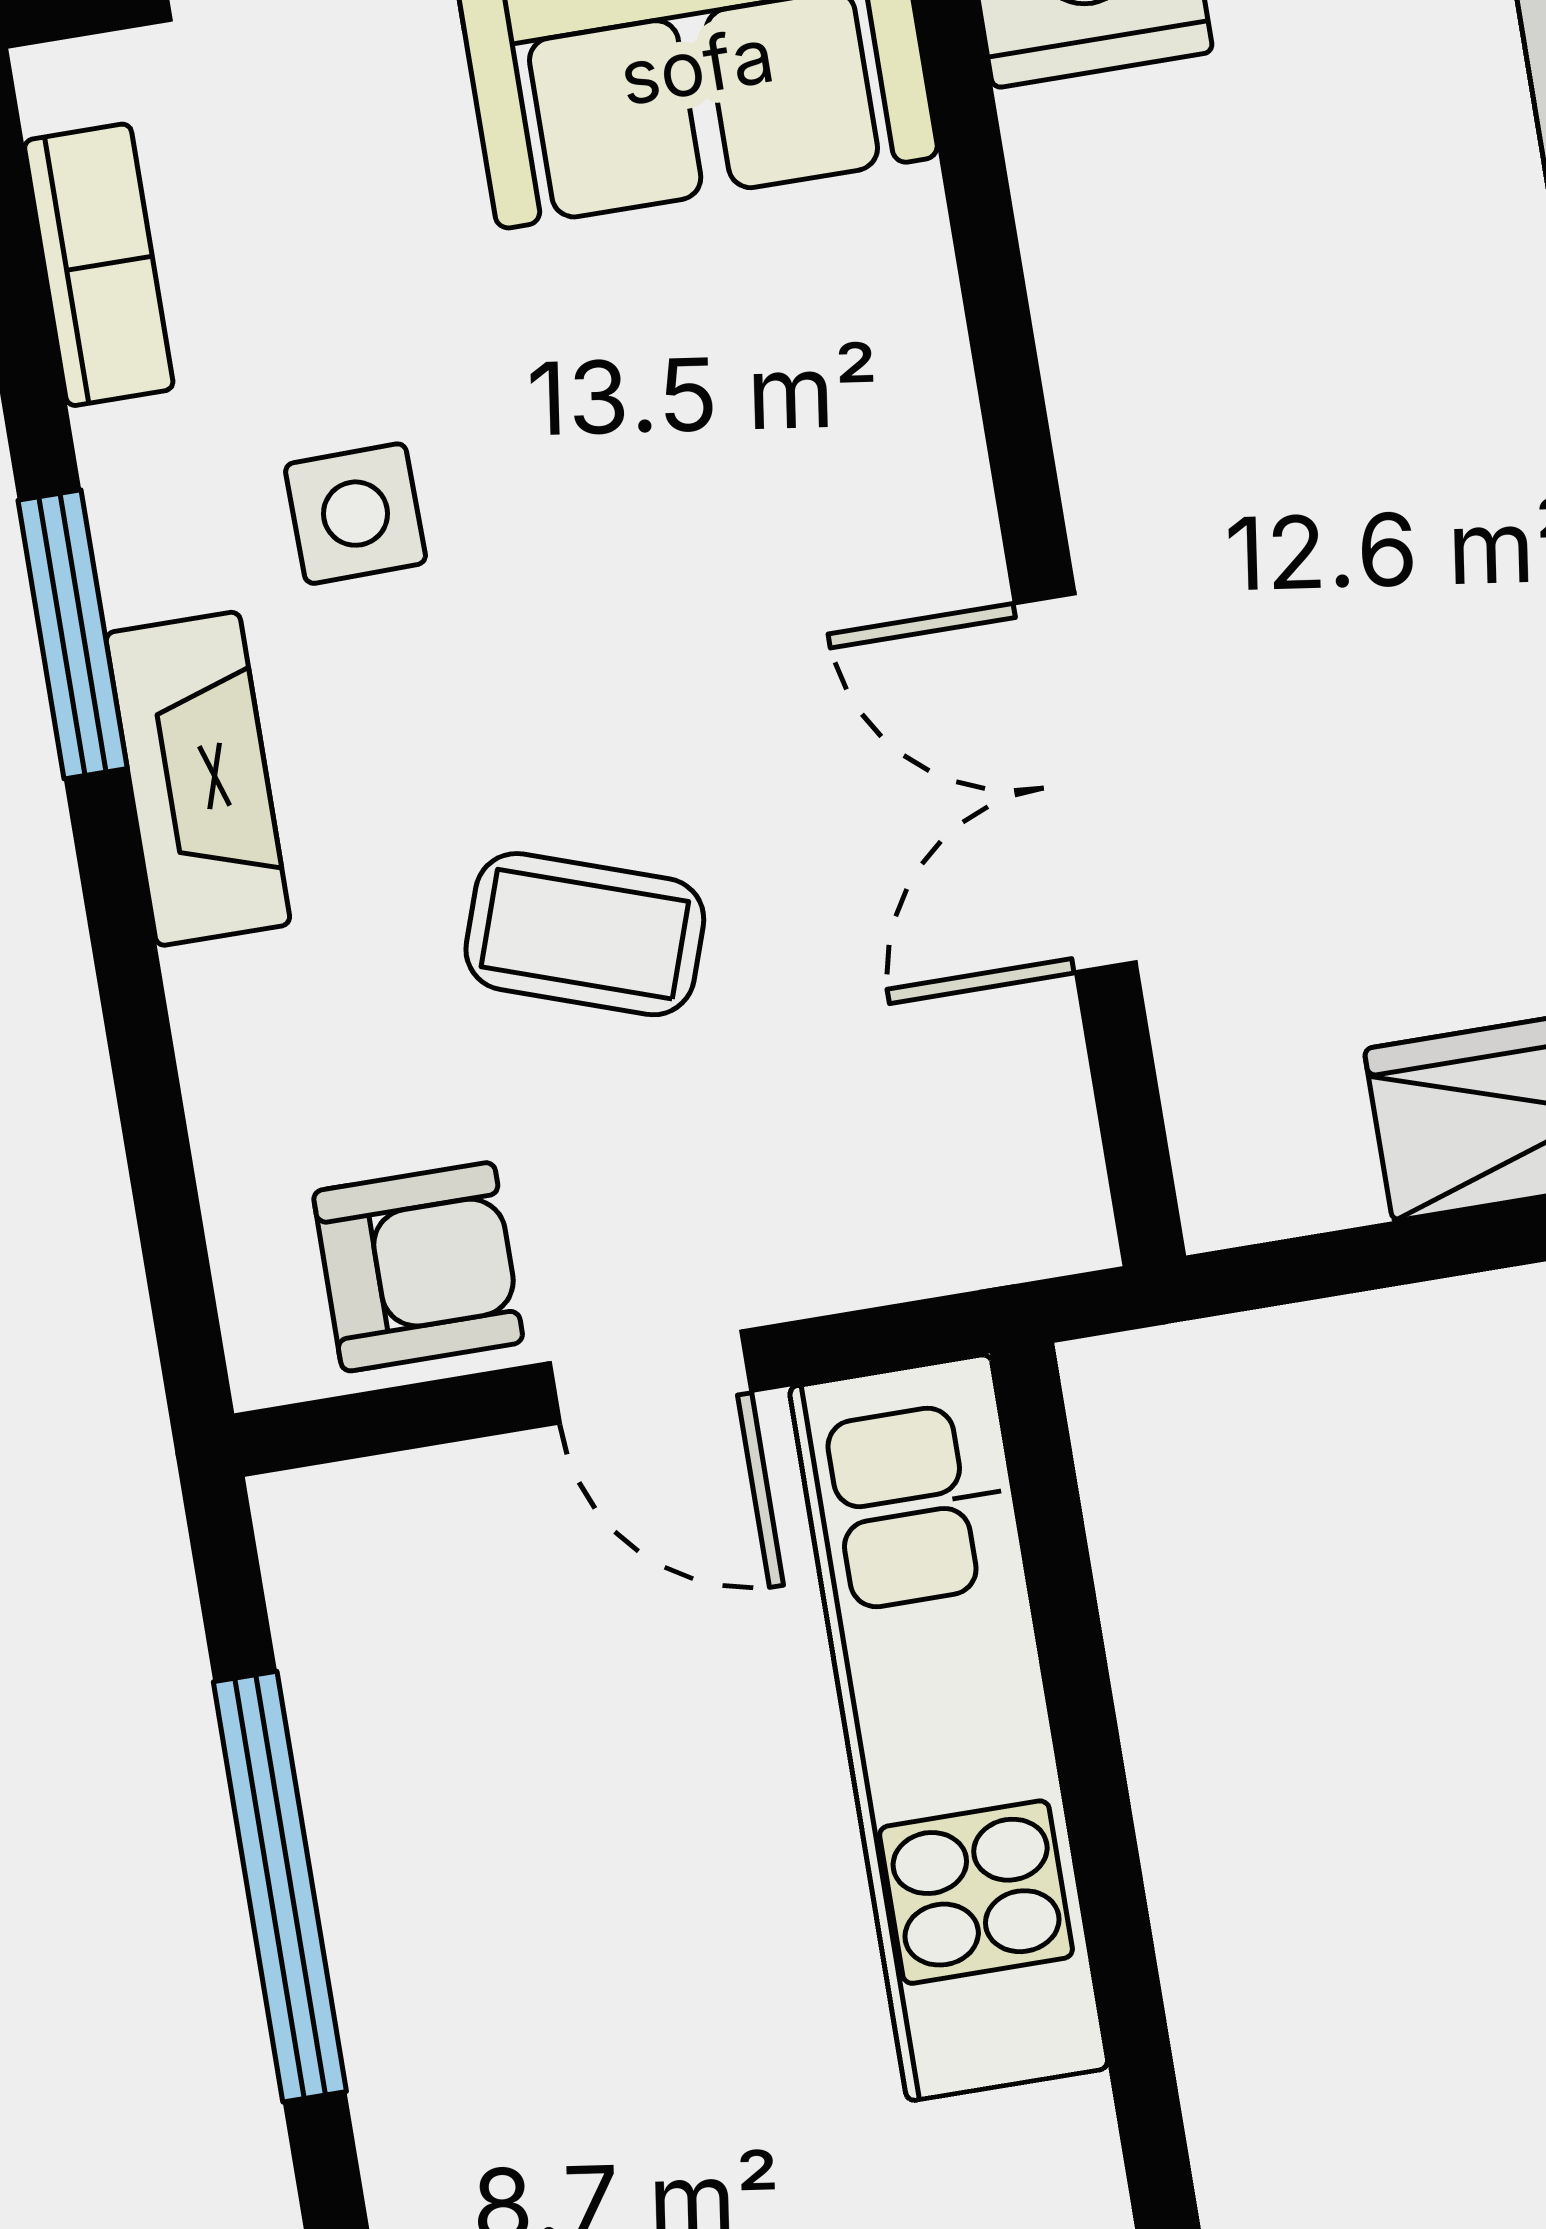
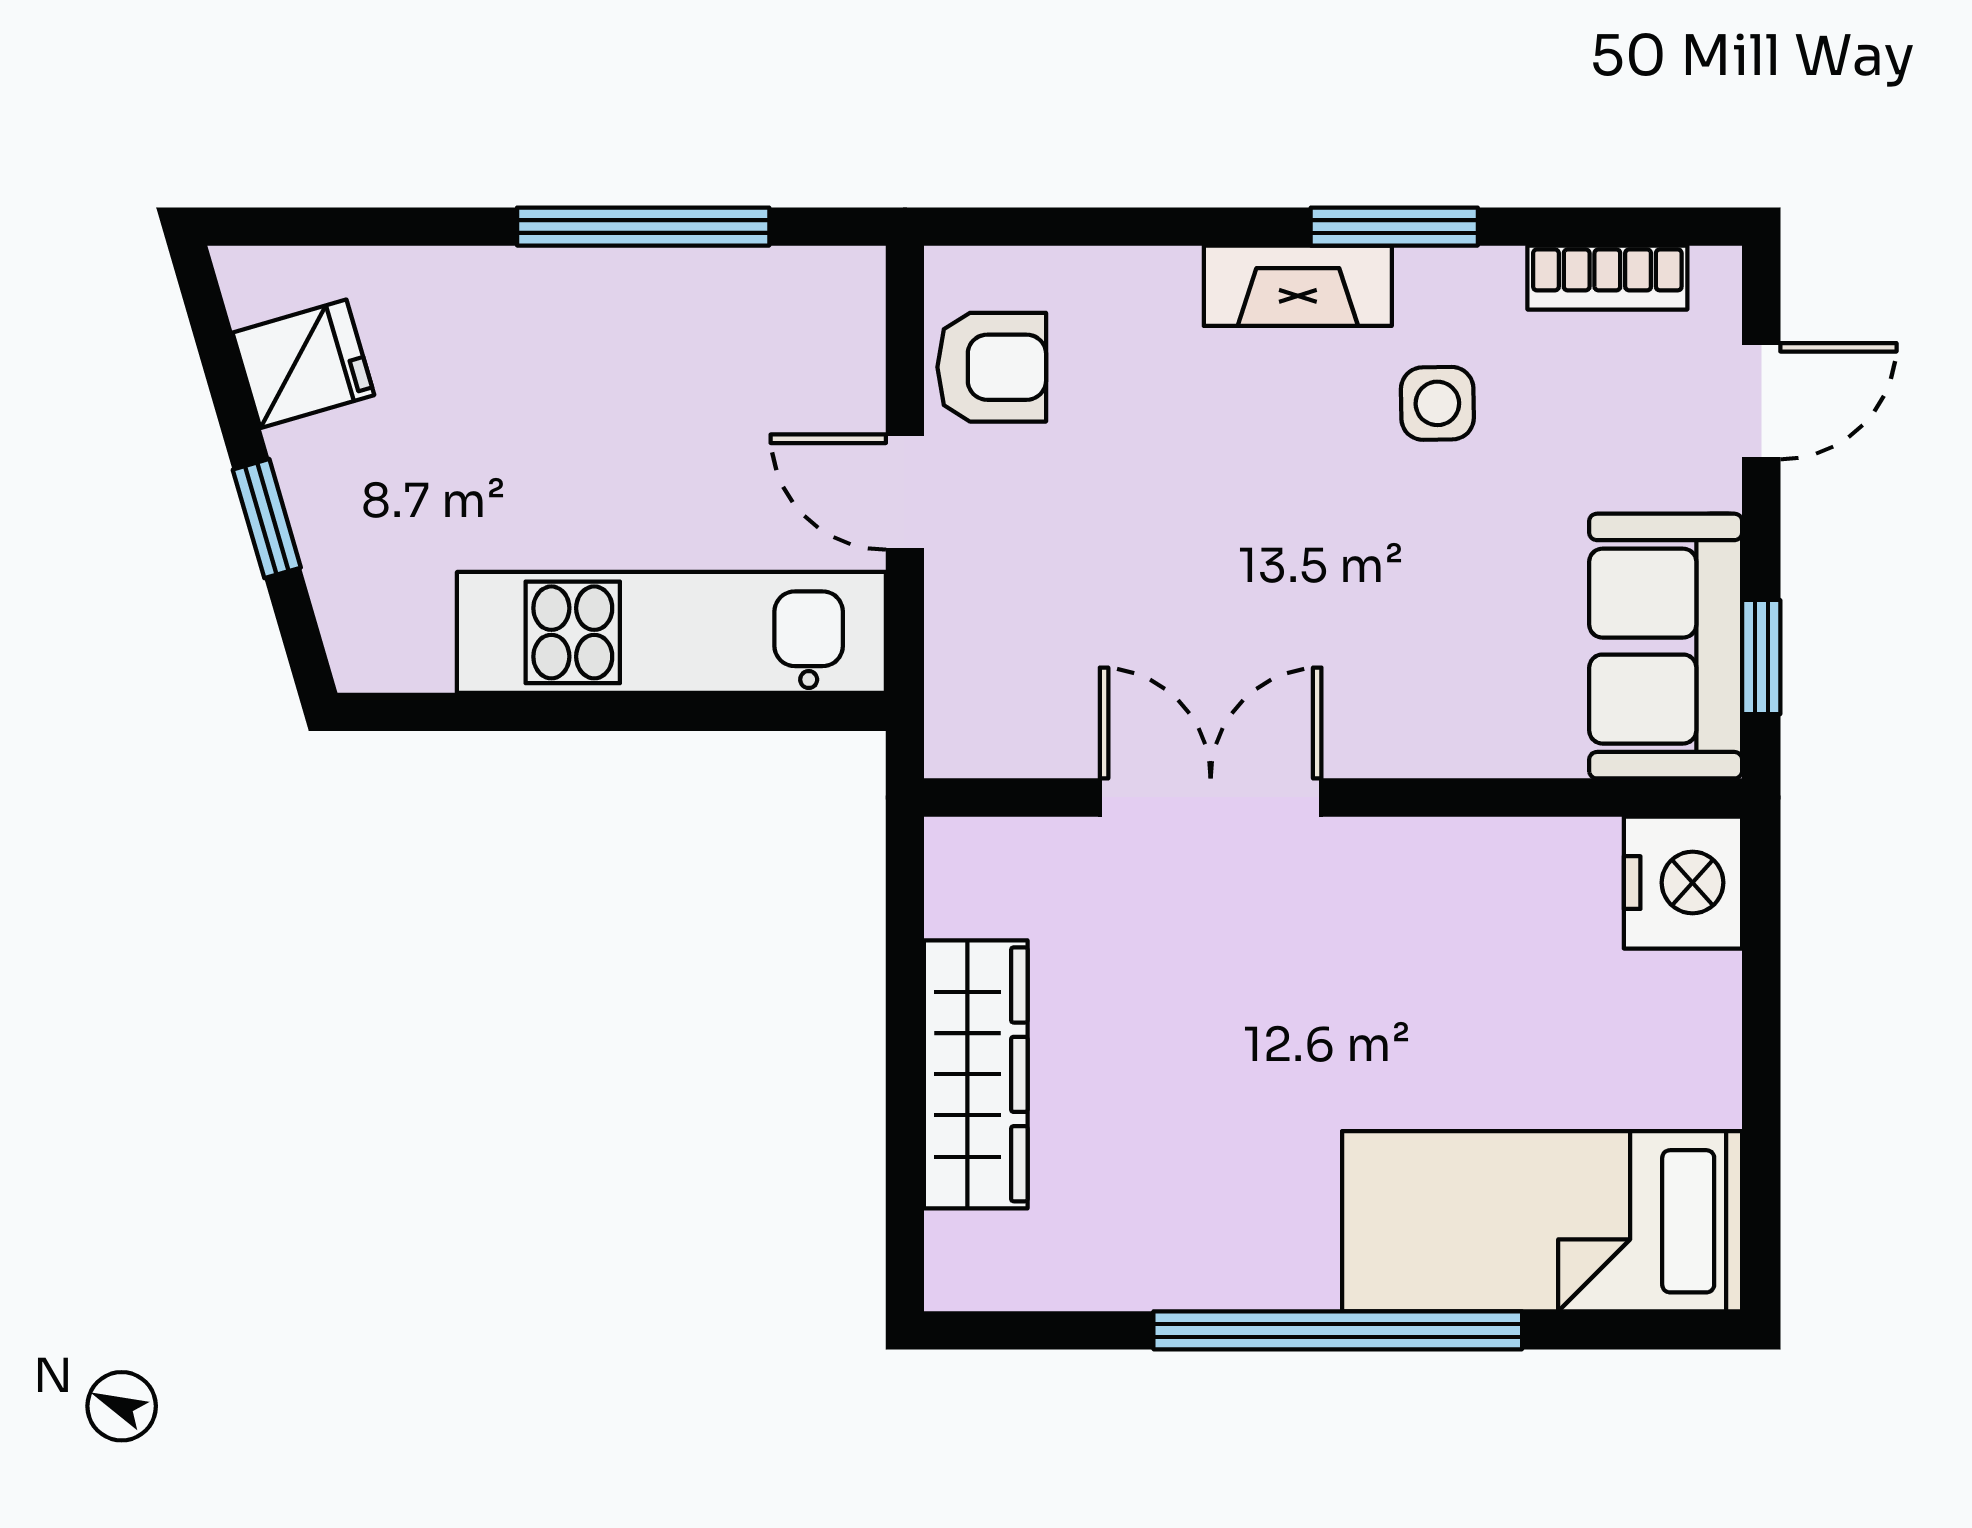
coffee table: (585, 934) -> (1170, 497), removed
armchair: (418, 1267) -> (992, 367), turned -90
door: (650, 1377) -> (905, 492), hinge flipped

